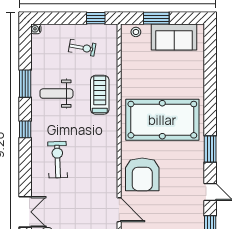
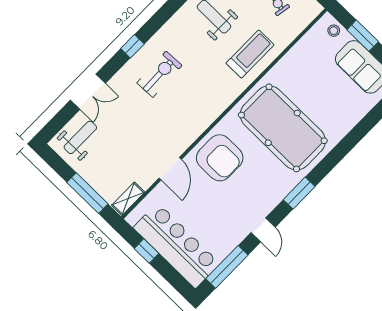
window: (25, 129) -> (132, 46), moved
armchair: (142, 174) -> (220, 158), turned -90

